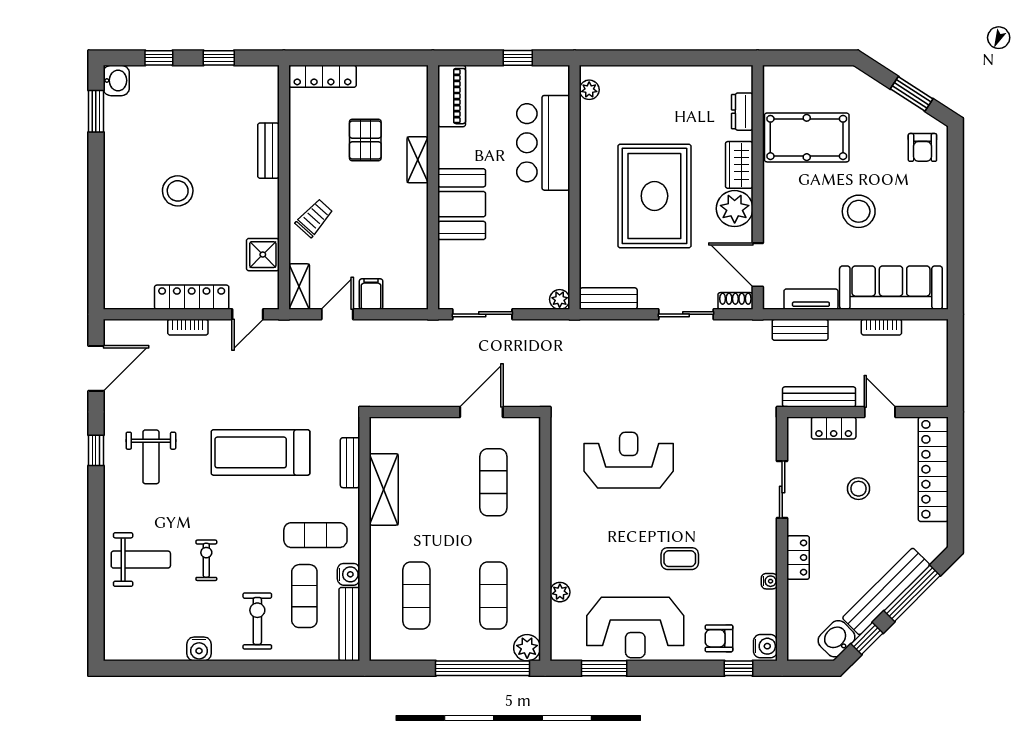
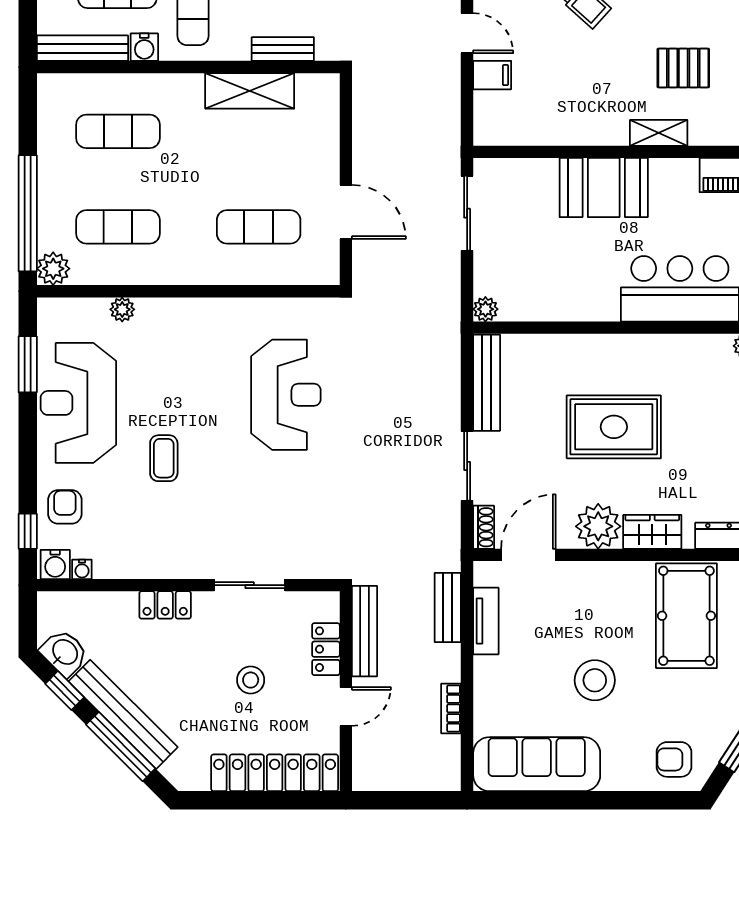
rug: (654, 196) -> (614, 427), width x0.73, depth x0.69
sofa: (891, 288) -> (537, 764), moved, turned -90
bench: (609, 299) -> (487, 383), width x1.36
water cooler: (769, 581) -> (82, 569), moved

